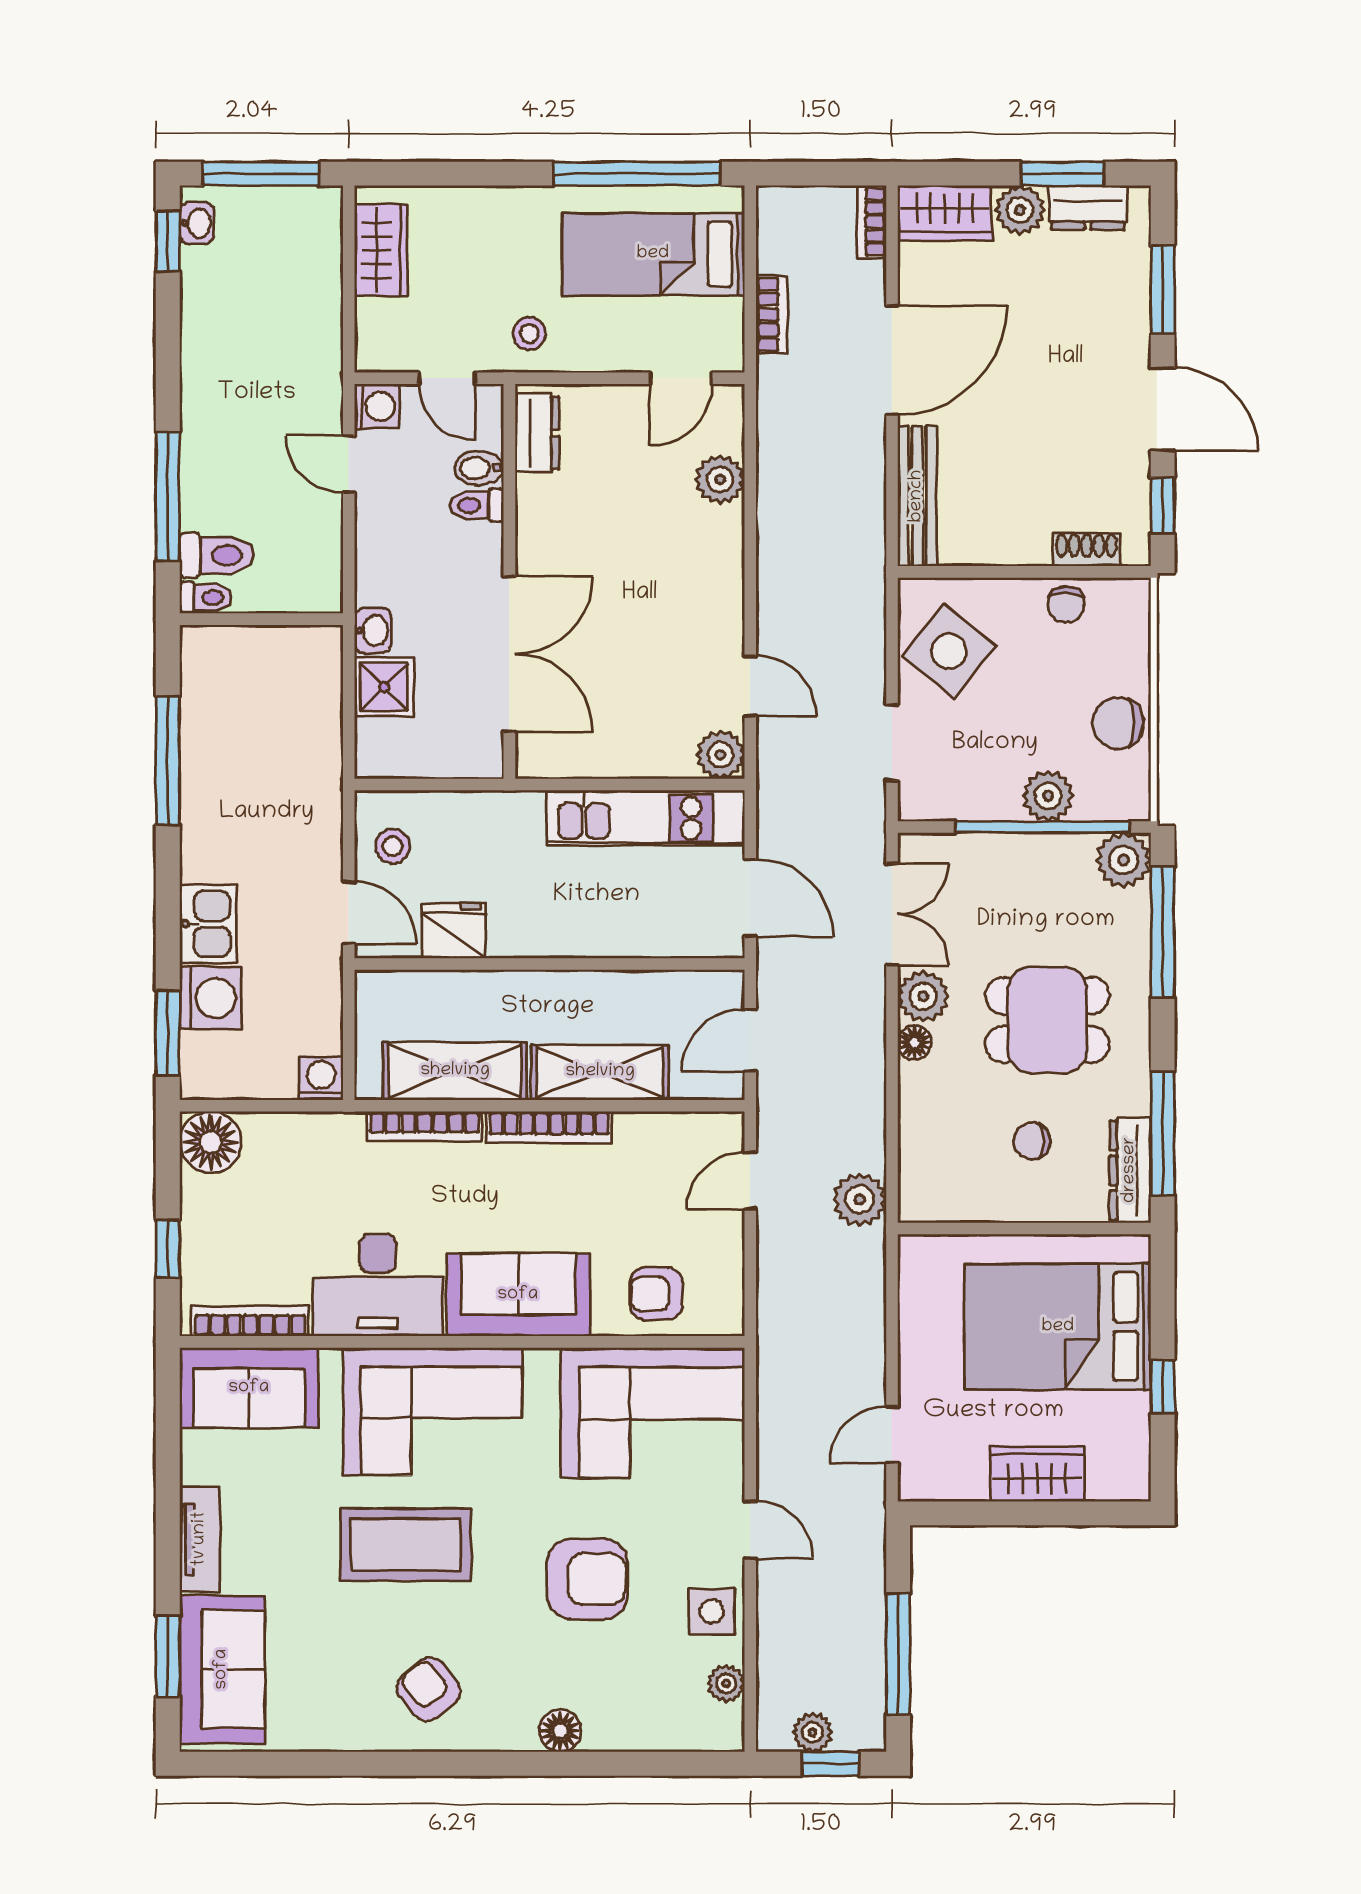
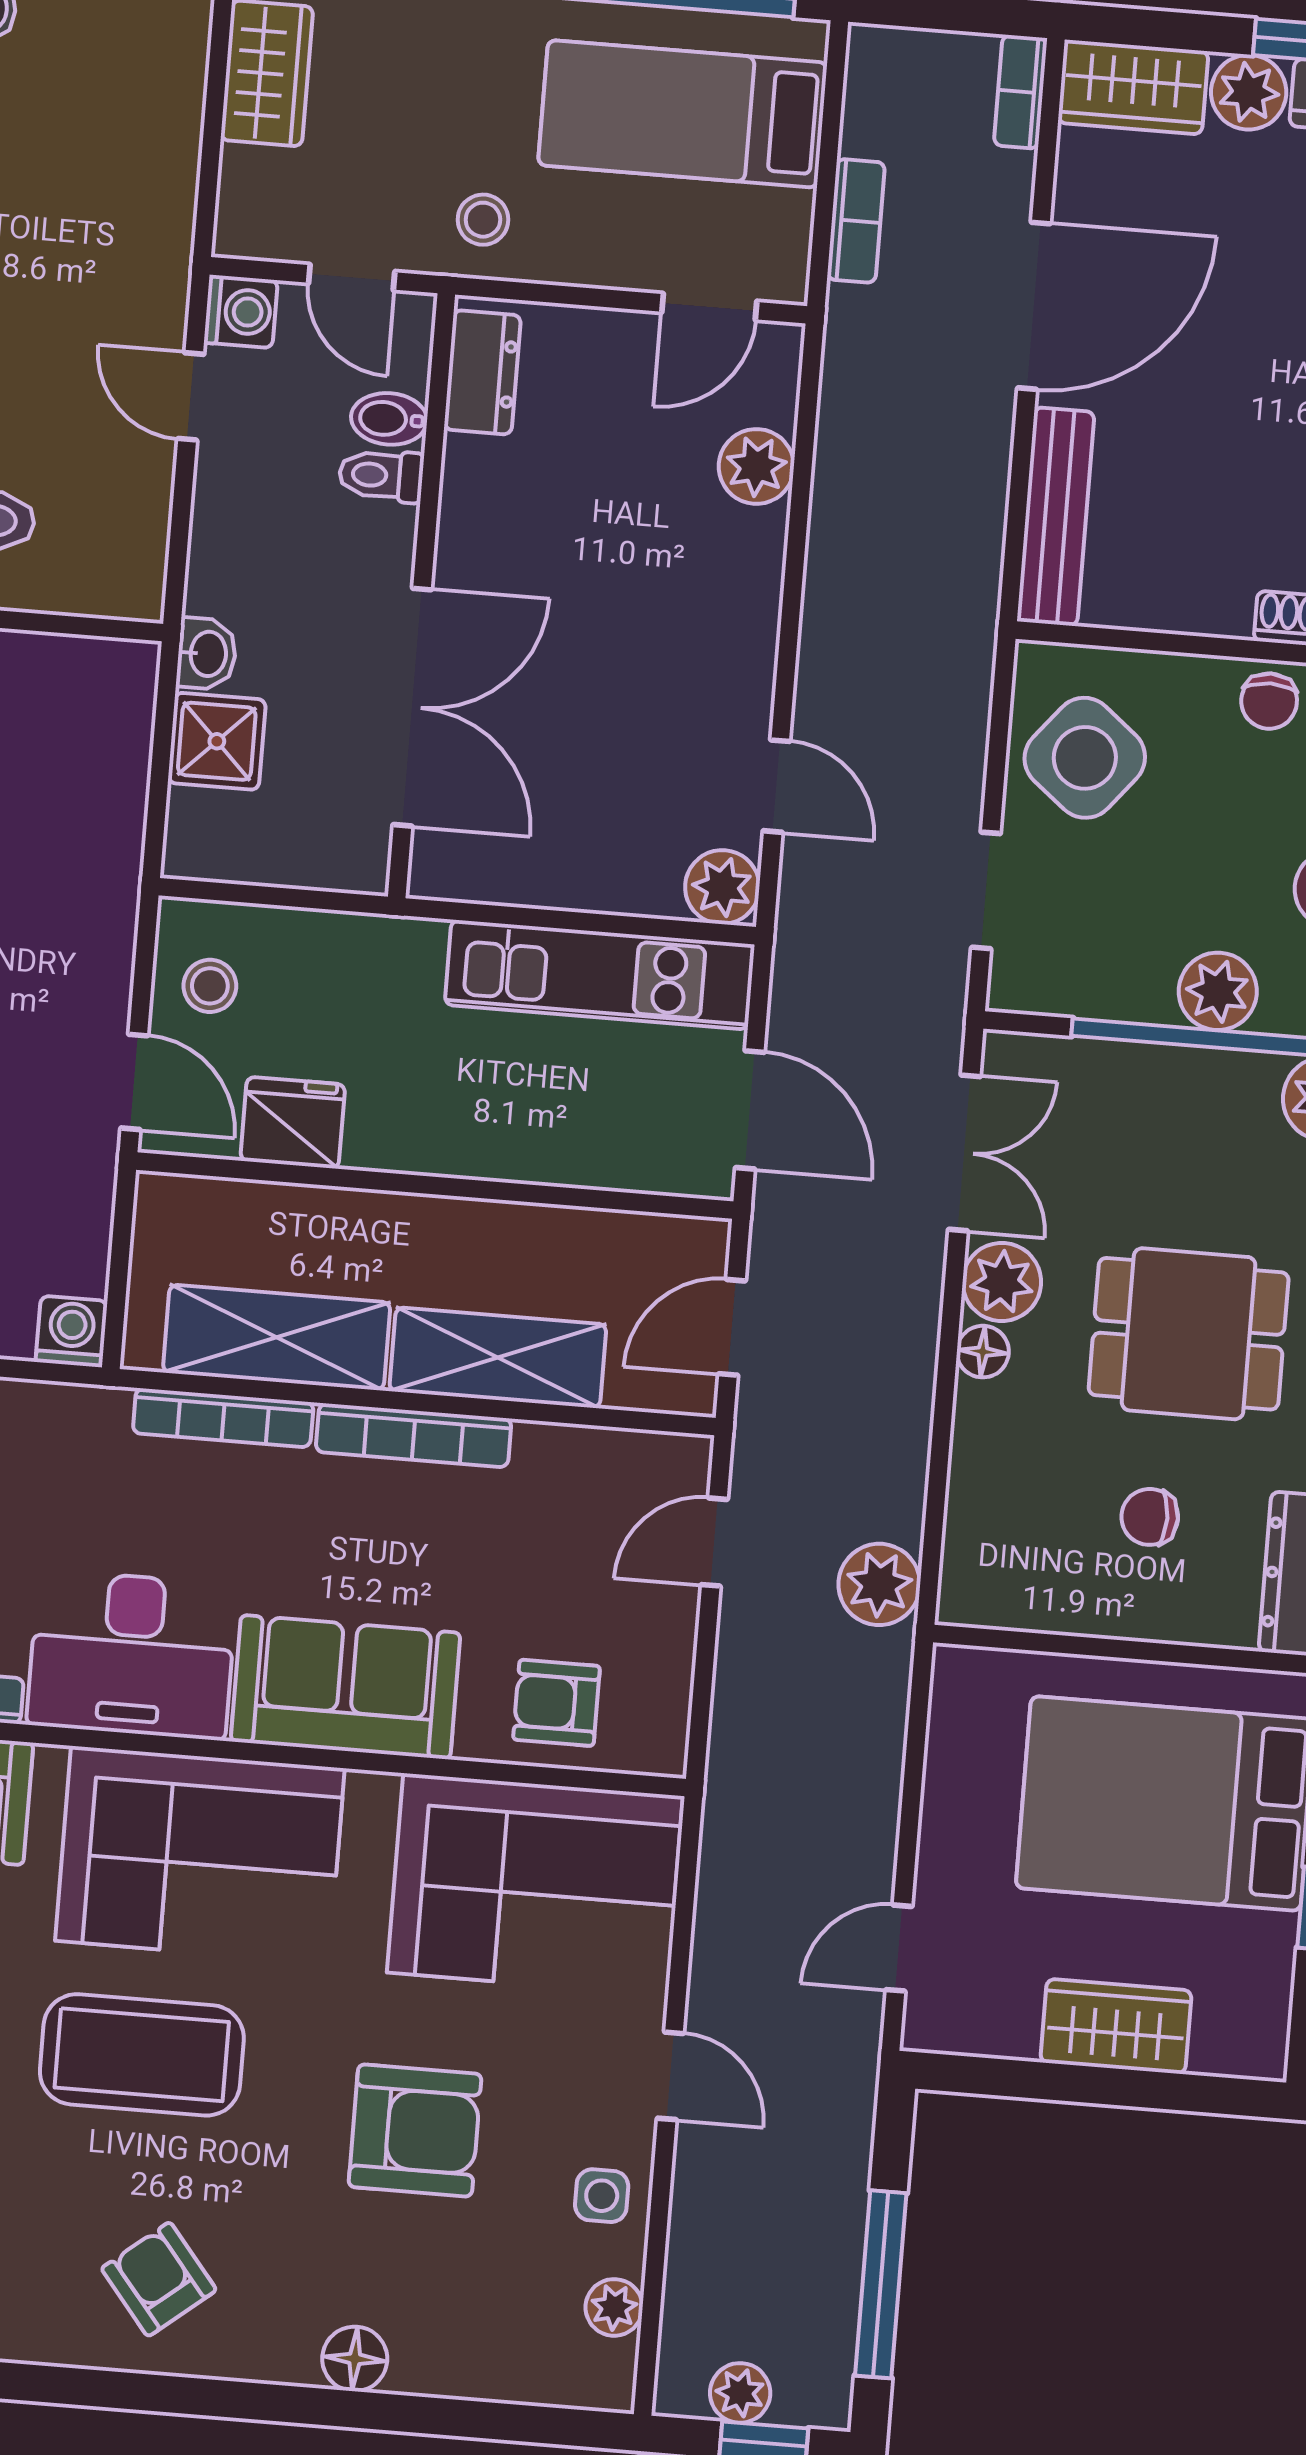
side table: (712, 1612) -> (602, 2196), width x0.73, depth x0.73

